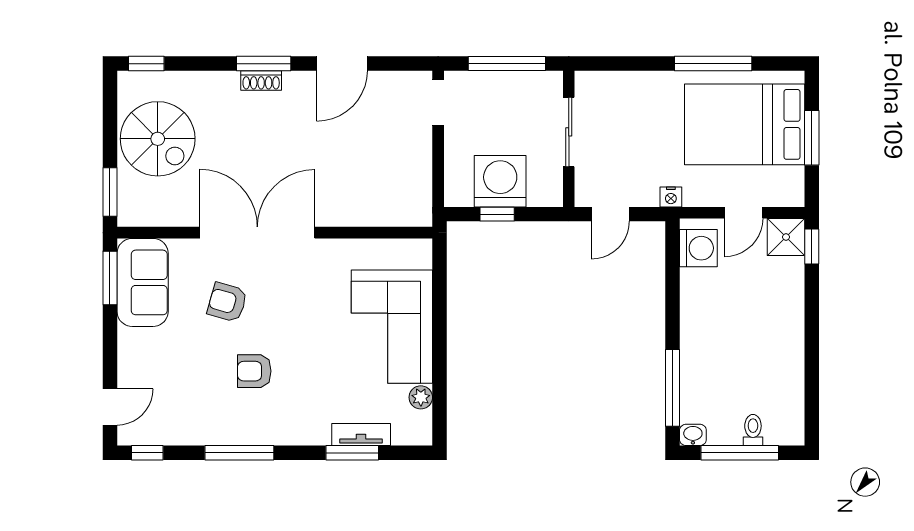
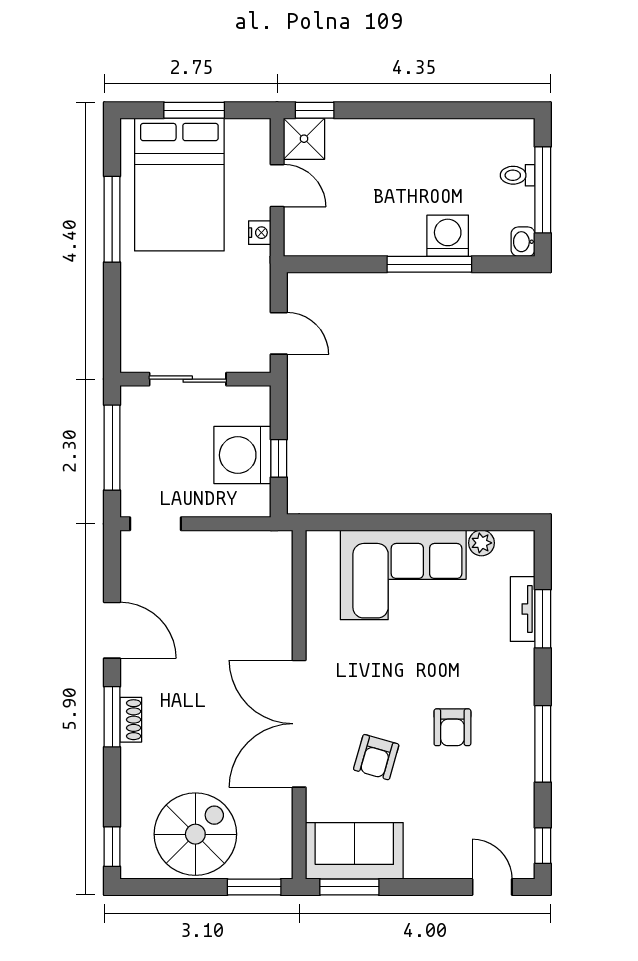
nightstand: (671, 197) -> (260, 233), moved
washing machine: (698, 248) -> (448, 236), moved
window: (672, 388) -> (429, 264), moved

